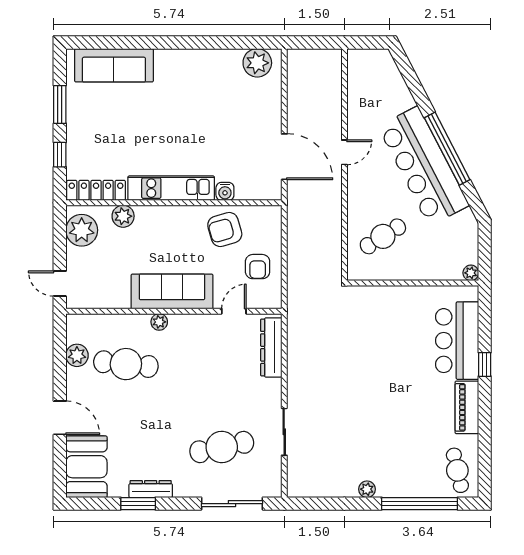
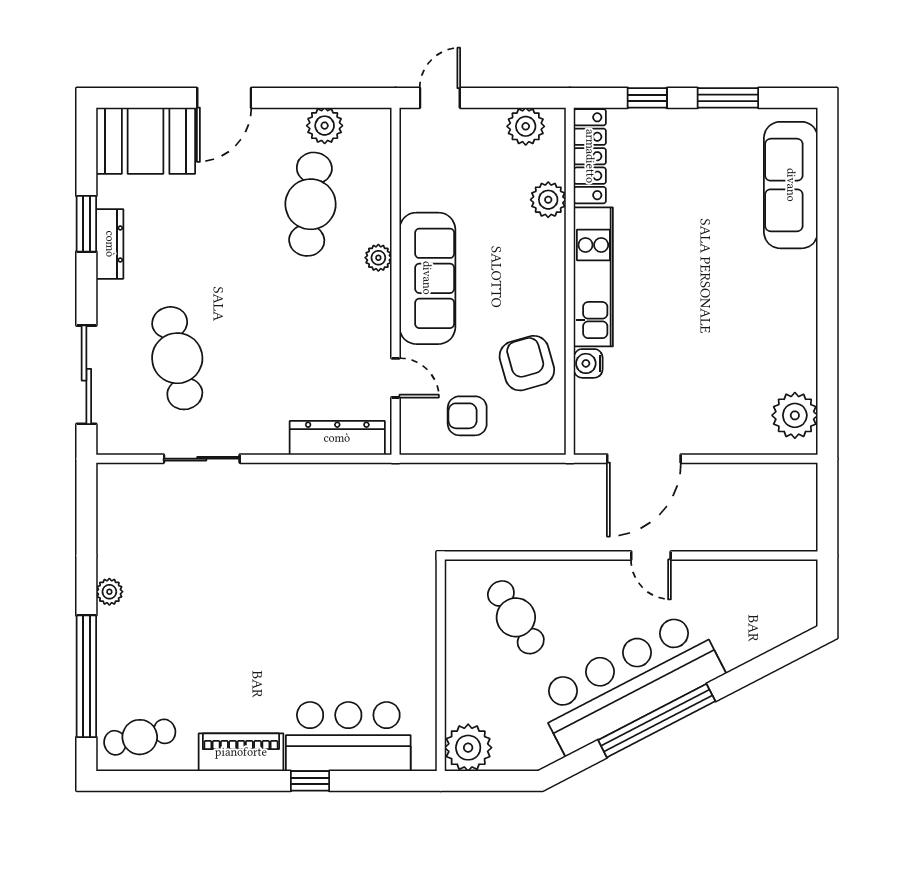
plant: (82, 230) -> (526, 126), width x0.73, depth x0.73
plant: (471, 273) -> (468, 748), width x1.88, depth x1.88

